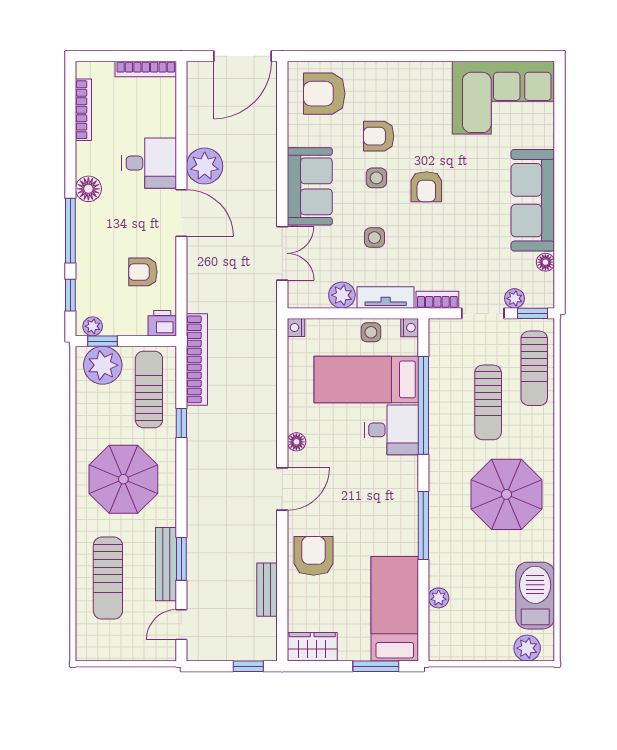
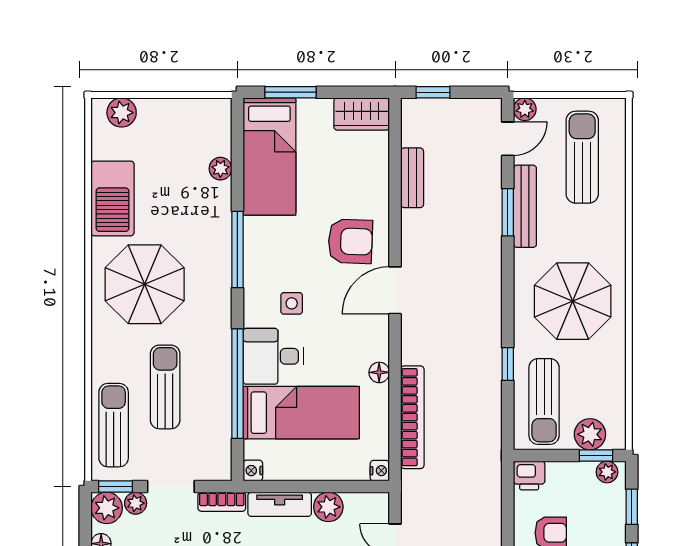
plant: (540, 294) -> (107, 508), added
side table: (371, 332) -> (292, 303), moved
bookcase: (197, 359) -> (412, 417), moved, turned 180
plant: (103, 365) -> (590, 434), width x0.73, depth x0.73
floor lamp: (296, 442) -> (379, 372), moved
armchair: (313, 556) -> (350, 241), moved, turned -88
sun lounger: (108, 578) -> (582, 157), moved
barbecue: (535, 596) -> (112, 198), moved
plant: (166, 651) -> (525, 109), added

